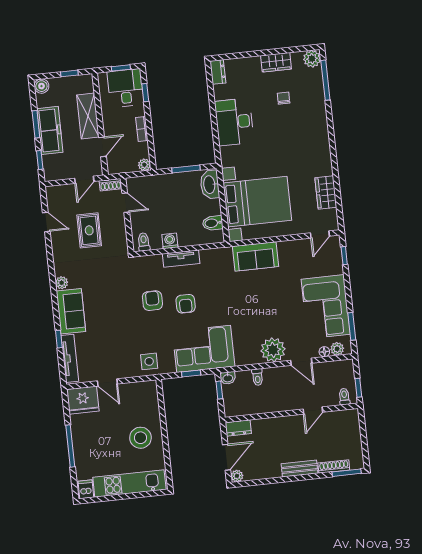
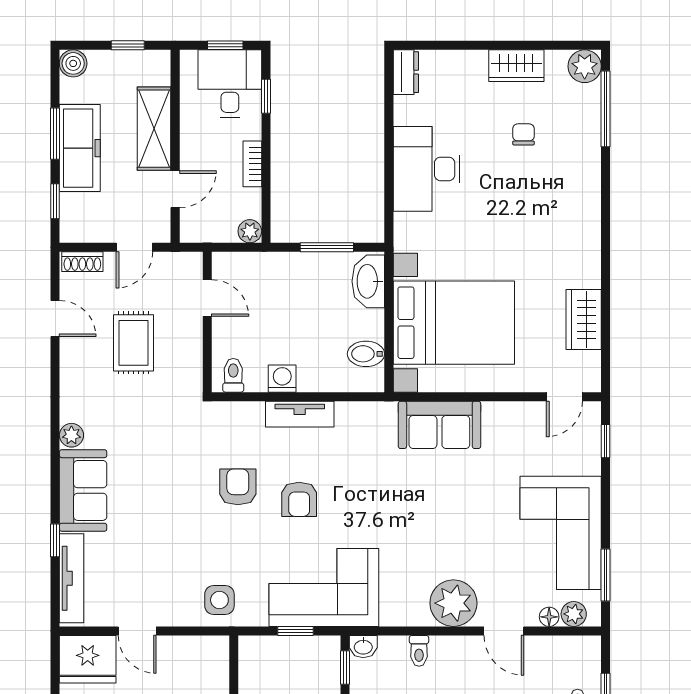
shoe rack: (111, 185) -> (82, 262), moved

